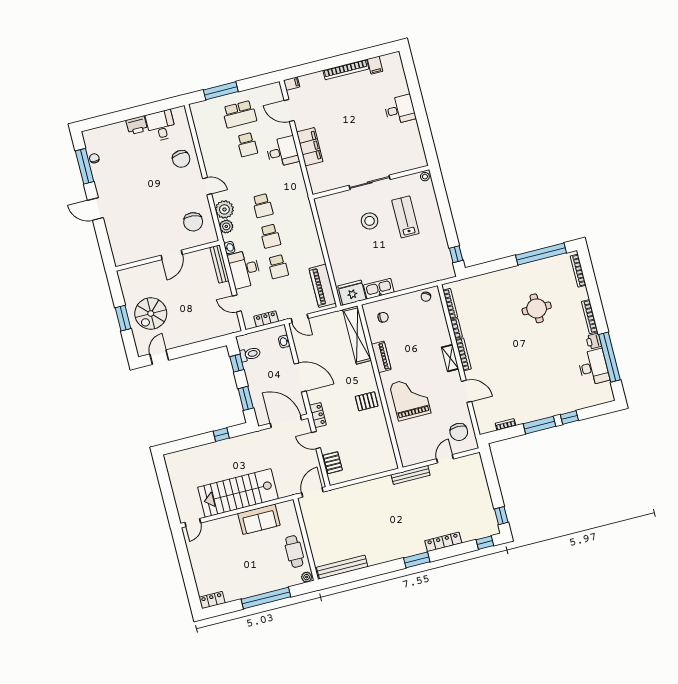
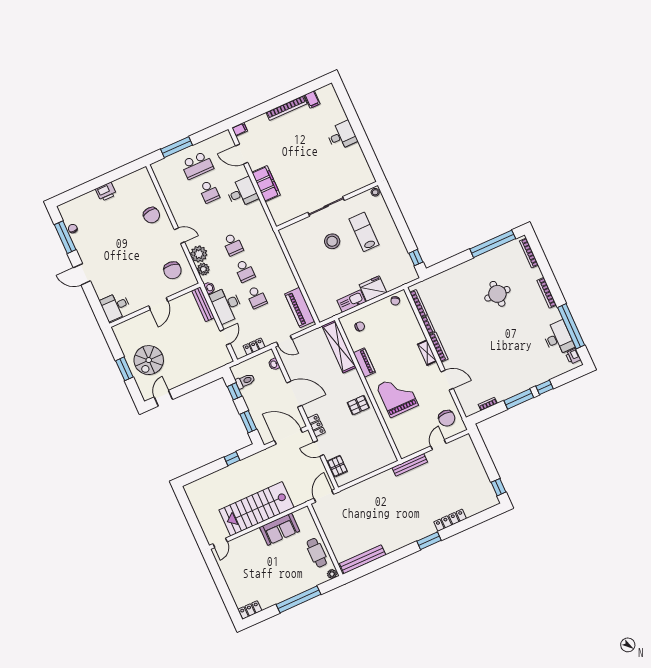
desk: (161, 126) -> (115, 306), moved, turned -90
fridge: (352, 293) -> (373, 289), moved
door: (237, 303) -> (225, 337), swing flipped
printer: (594, 341) -> (573, 356), moved
window: (485, 543) -> (488, 514), removed

